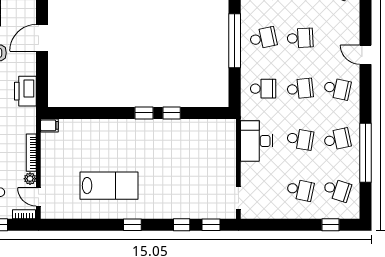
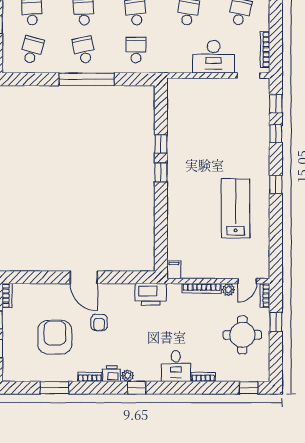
printer: (25, 91) -> (151, 294), moved
desk: (257, 141) -> (214, 57), moved
bookcase: (263, 214) -> (265, 50), added

